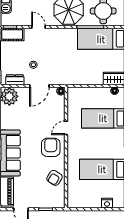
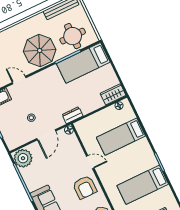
dresser: (15, 80) -> (72, 115), moved
door: (66, 128) -> (90, 162), swing flipped
armchair: (51, 147) -> (85, 187), turned 180

